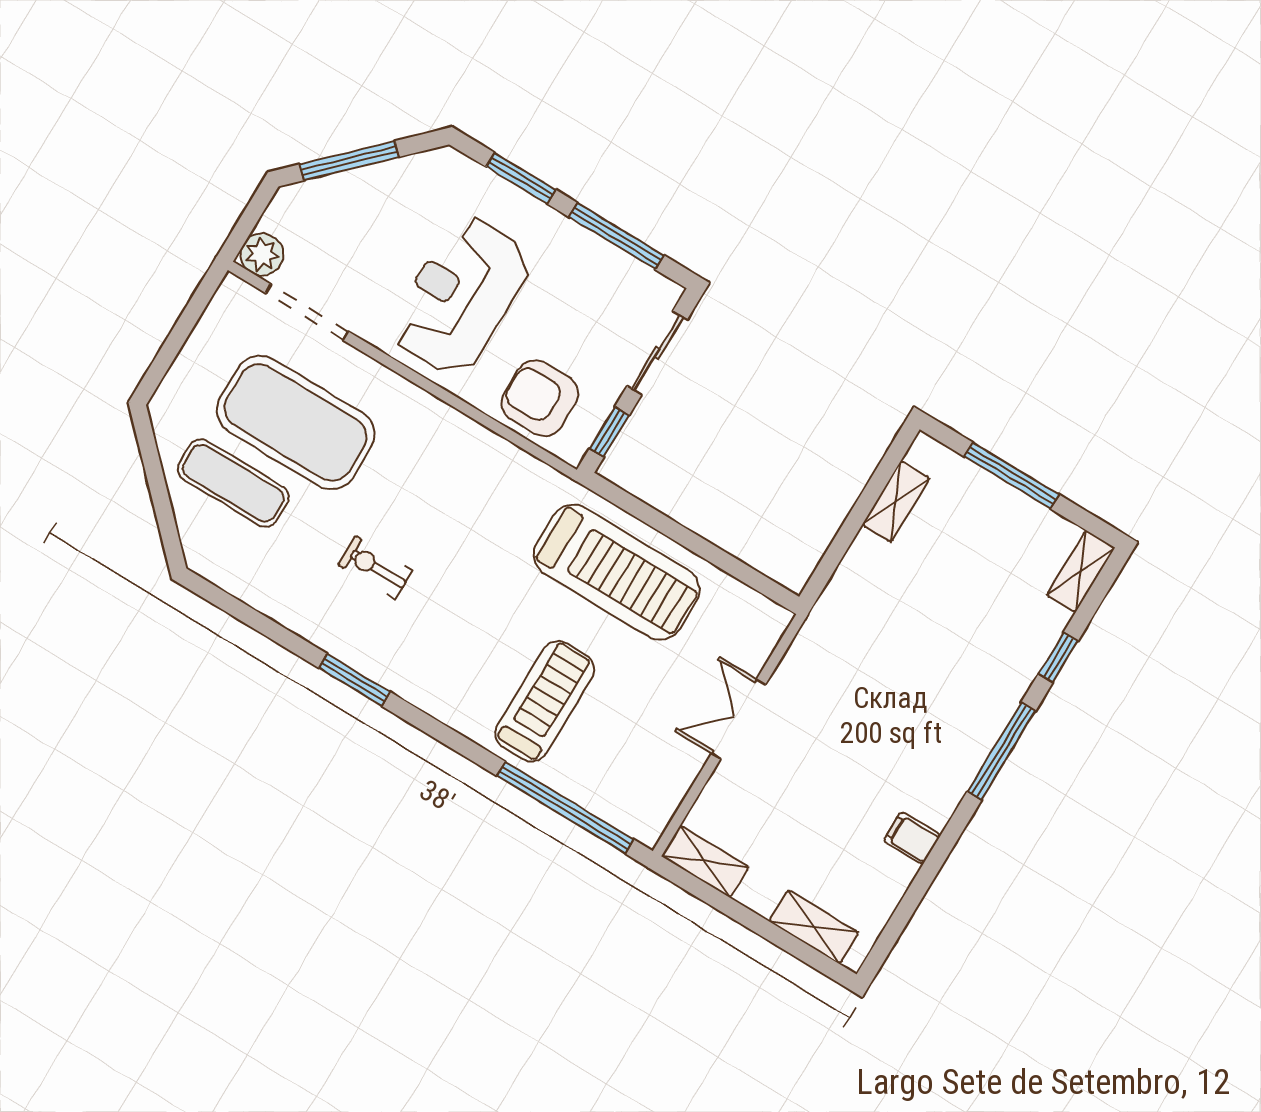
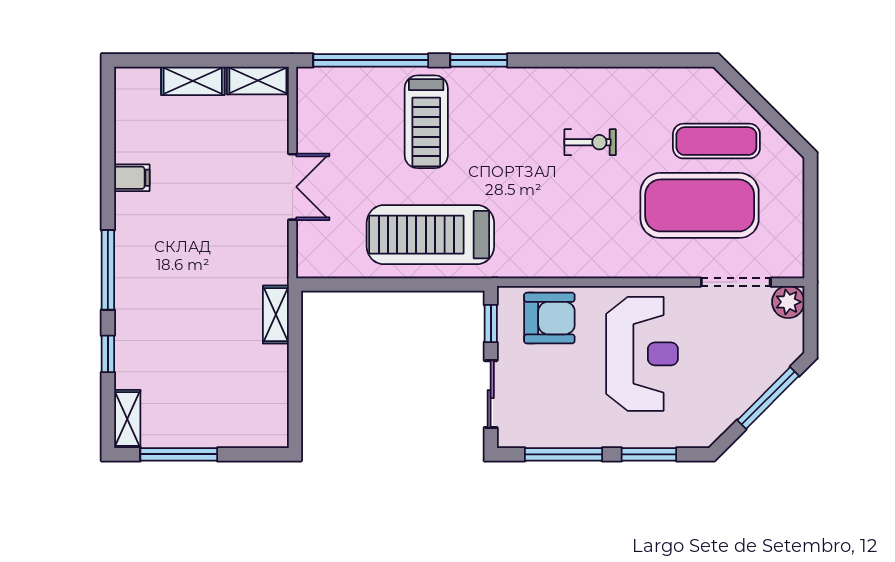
window: (1012, 476) -> (179, 454), moved
shelving: (896, 501) -> (276, 315), moved
window: (354, 680) -> (479, 60), moved
shelving: (814, 927) -> (193, 81), moved

